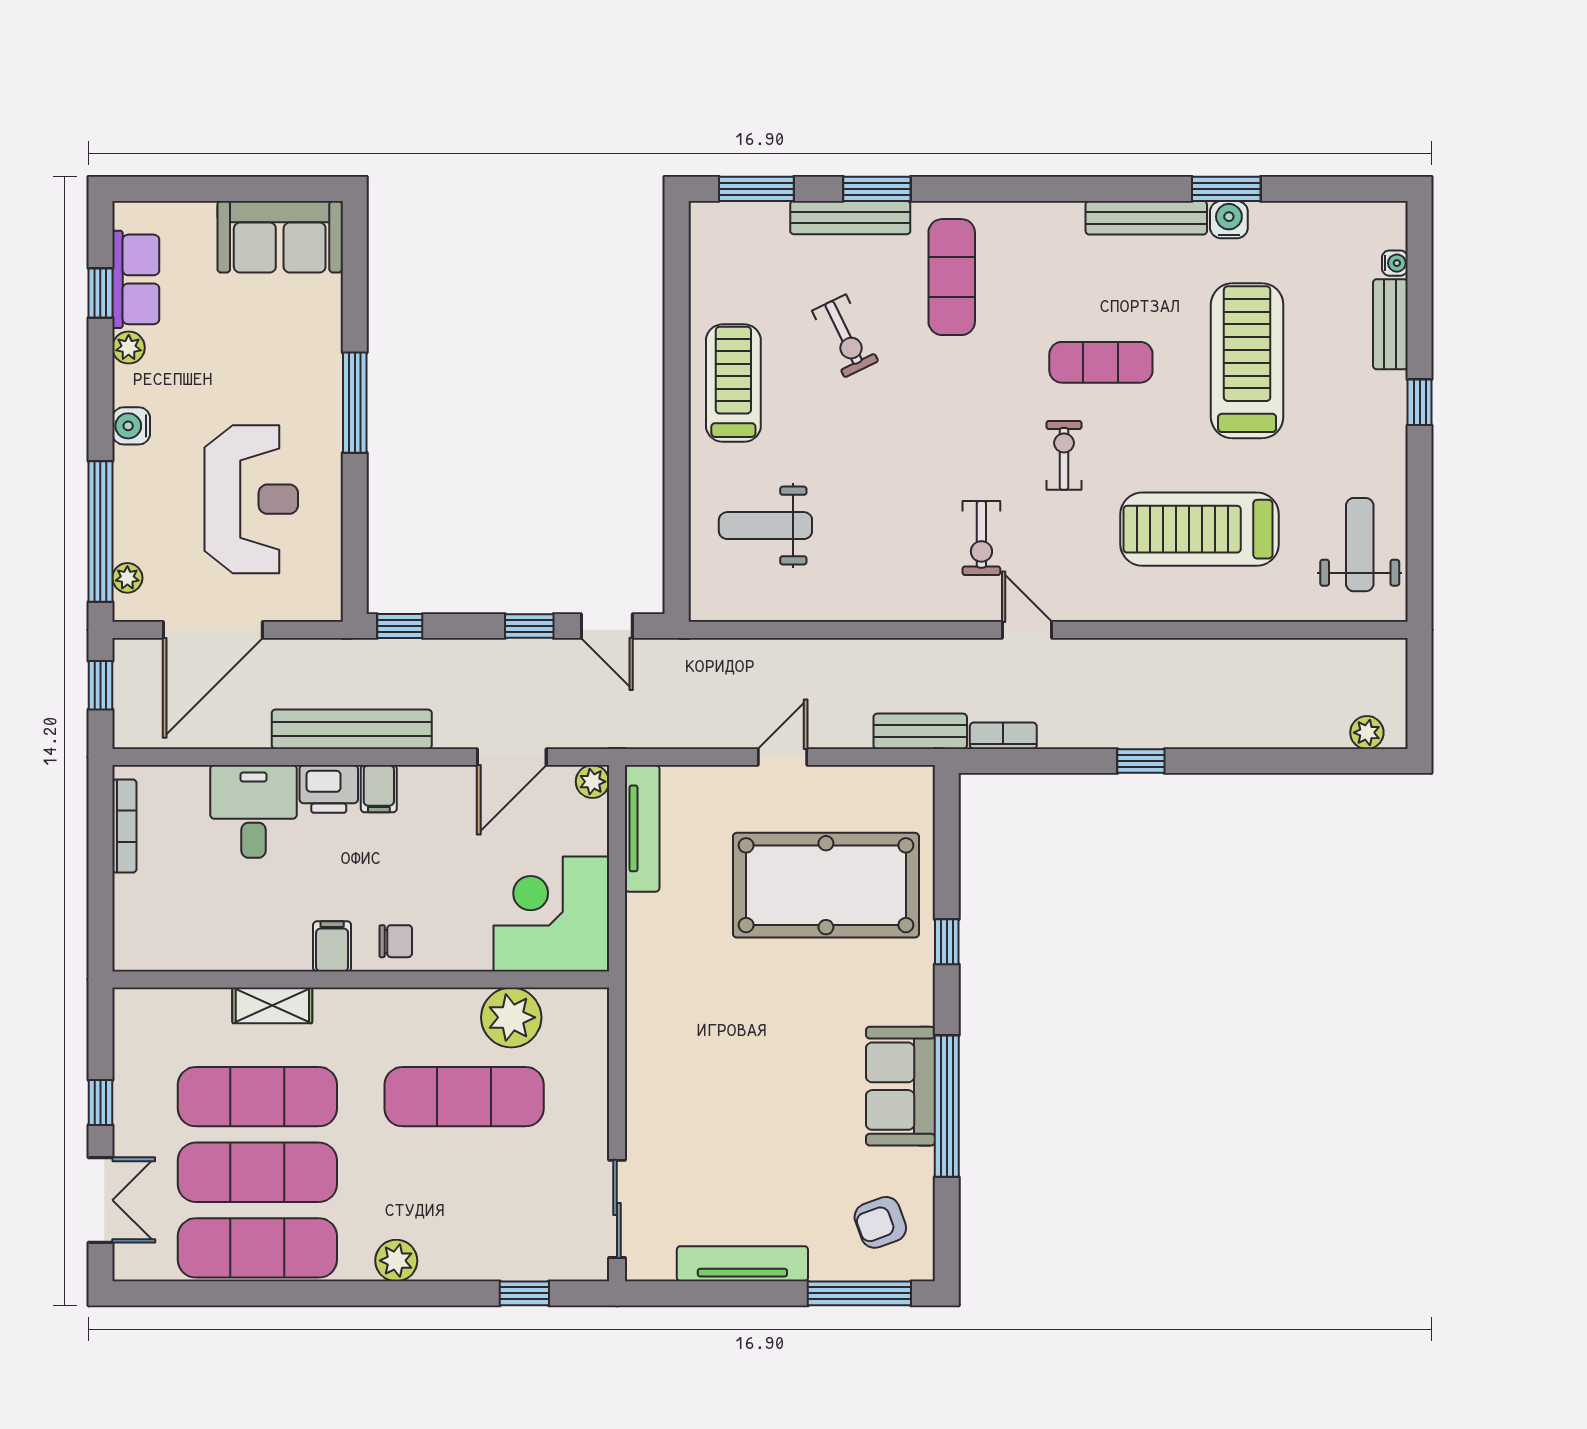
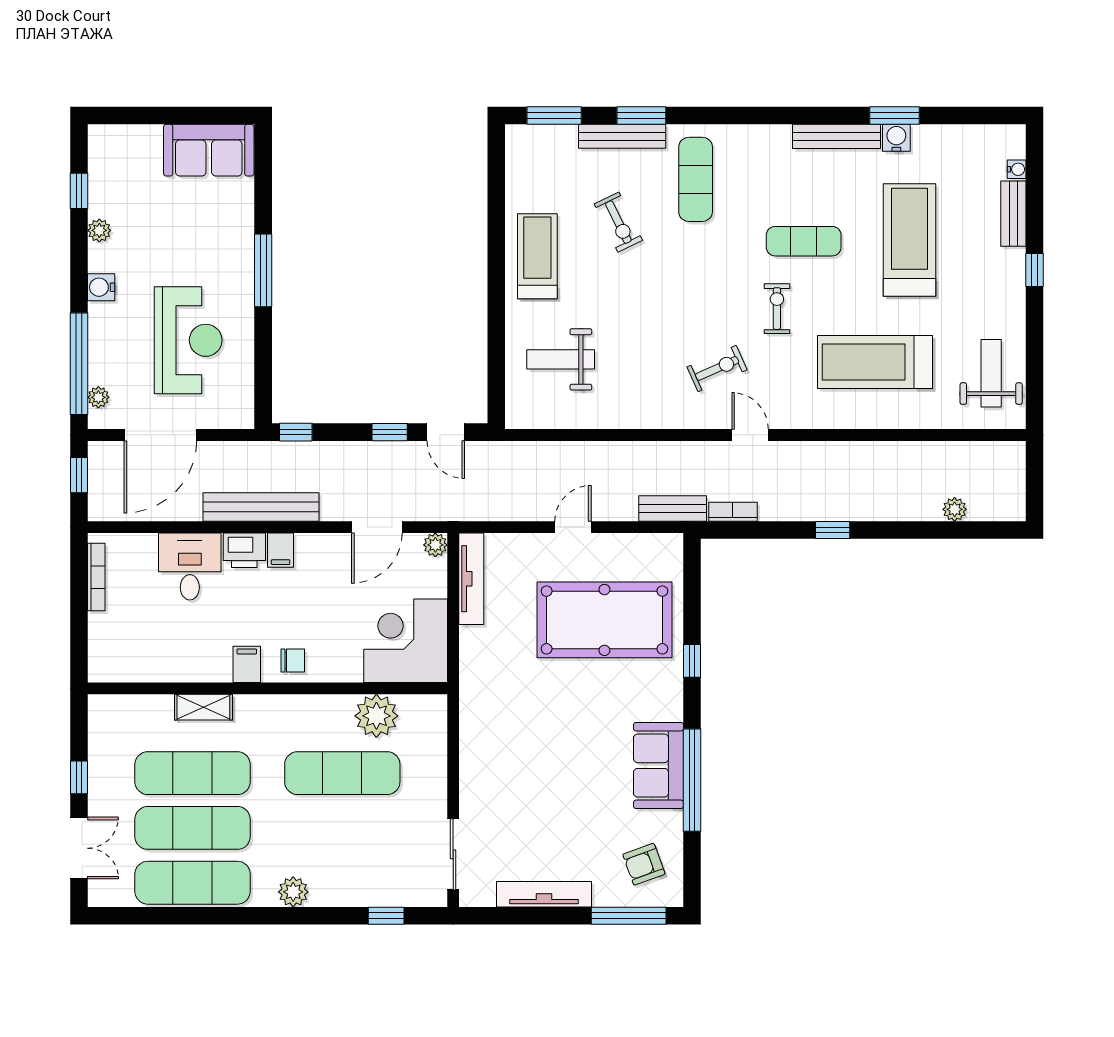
row of seats: (136, 279) -> (104, 181), removed
exercise bike: (981, 538) -> (717, 368), turned -114
plant: (1367, 733) -> (955, 509), moved

